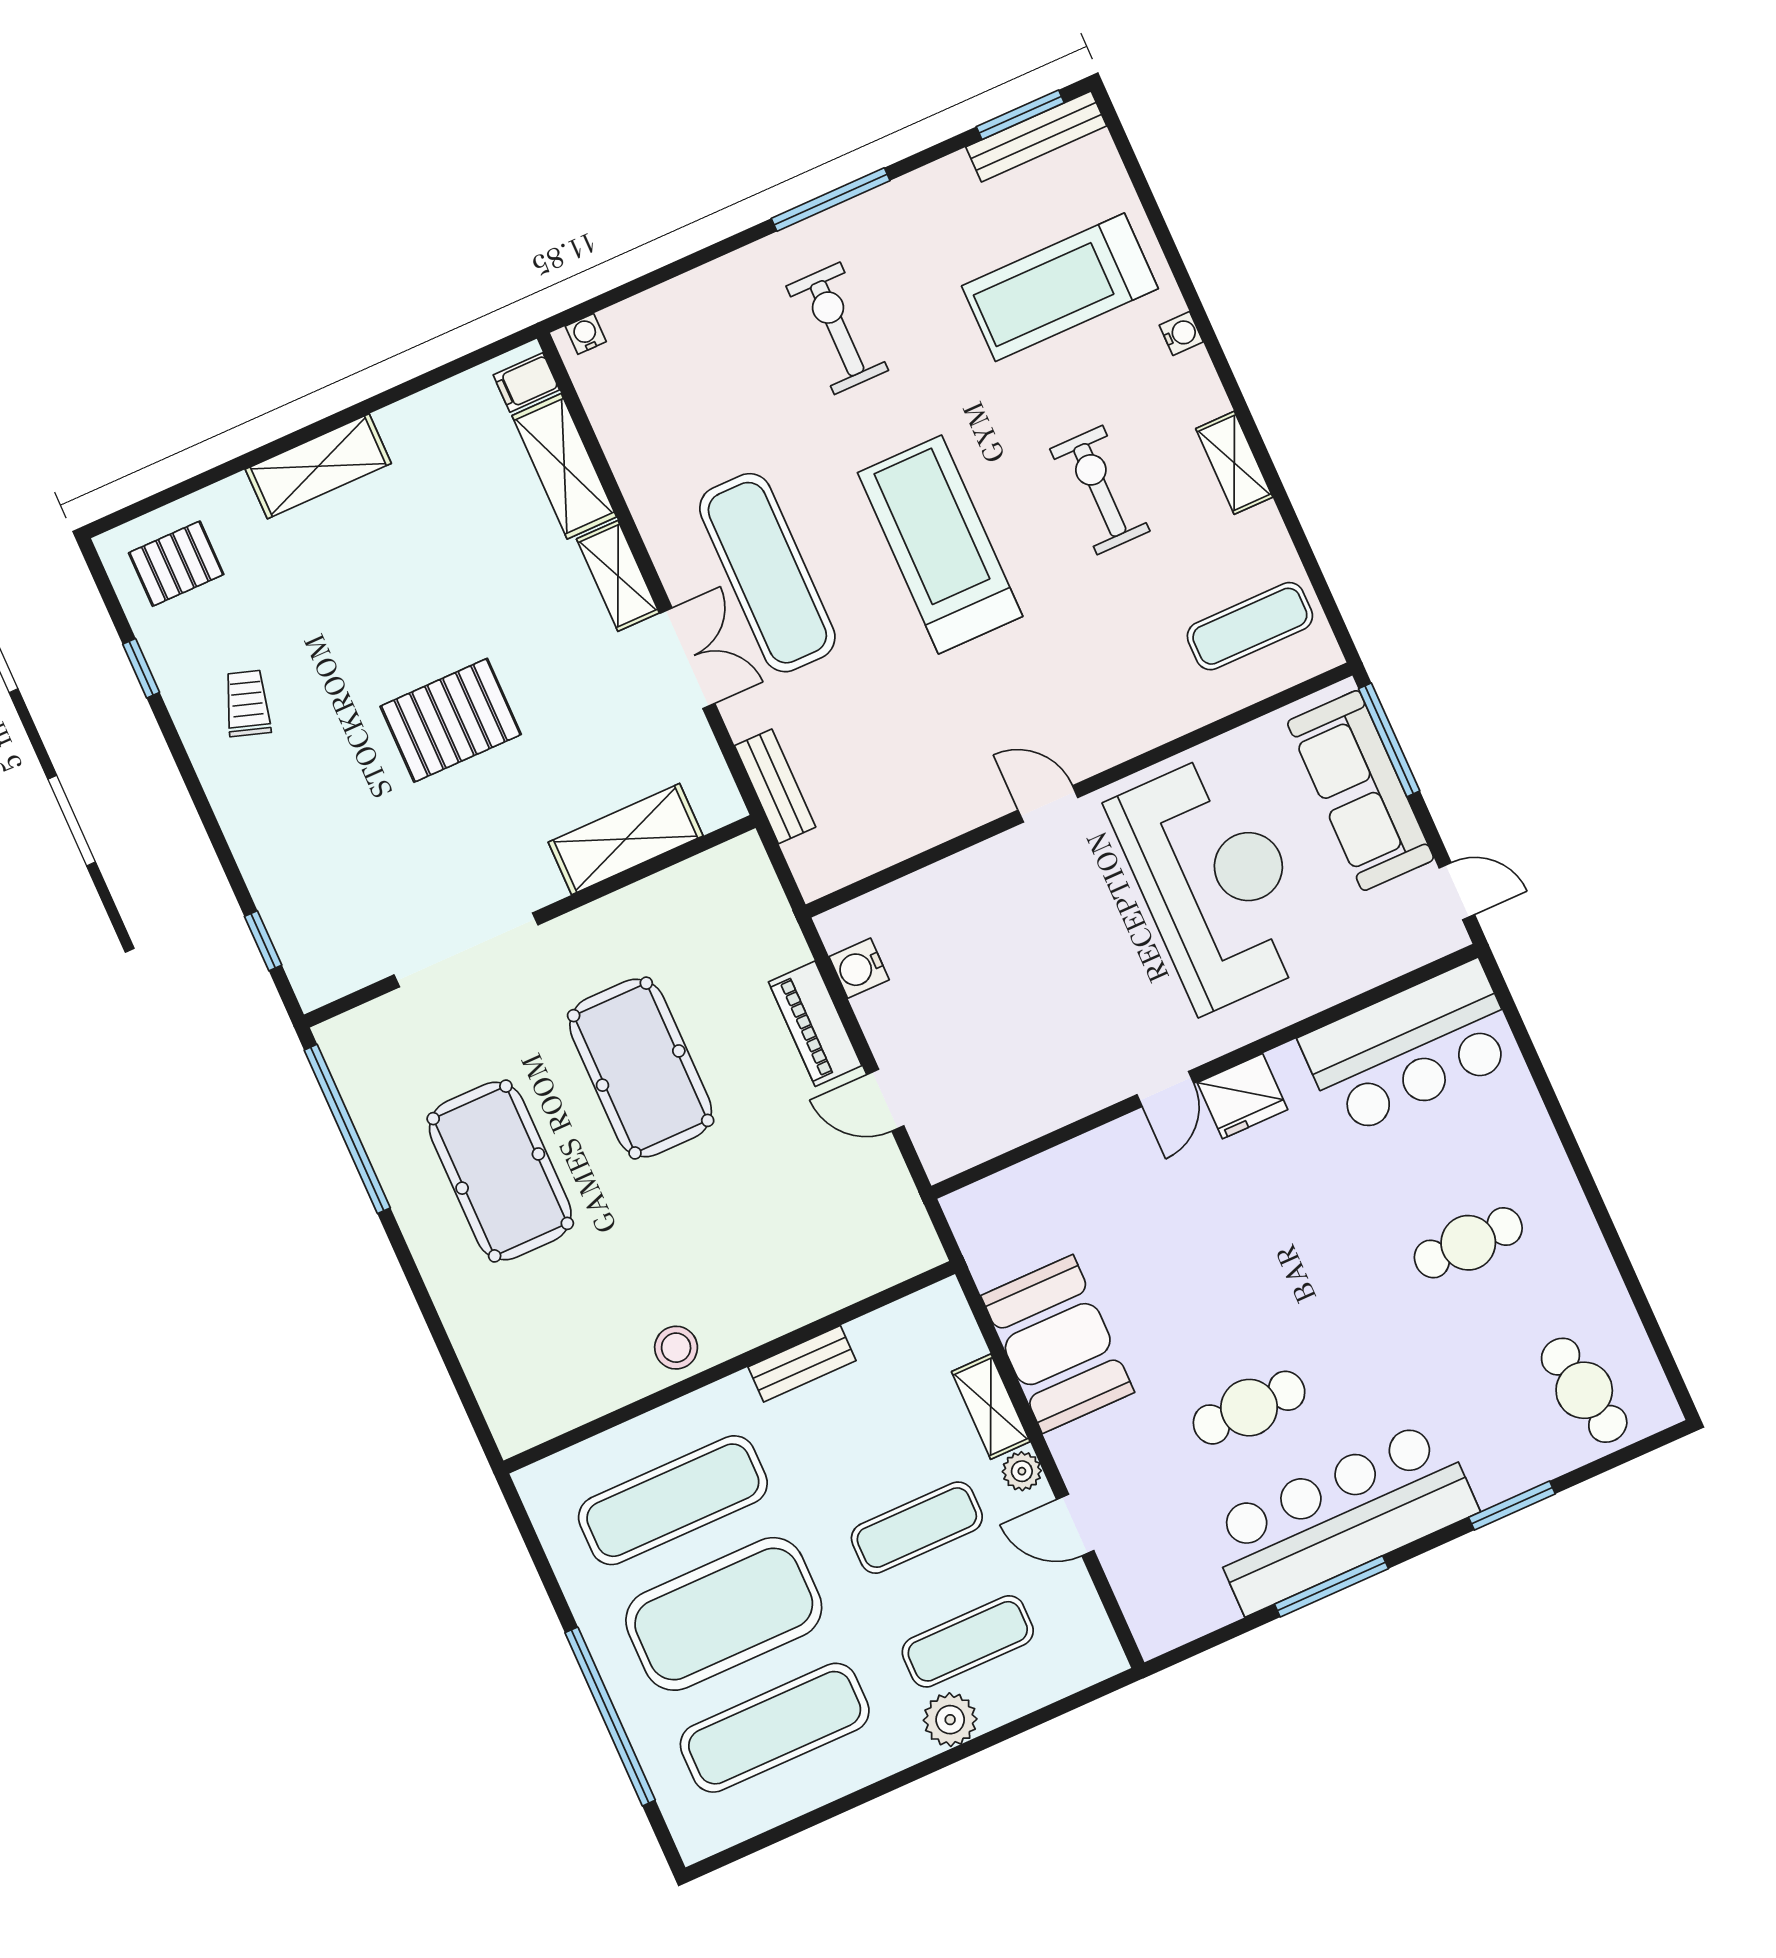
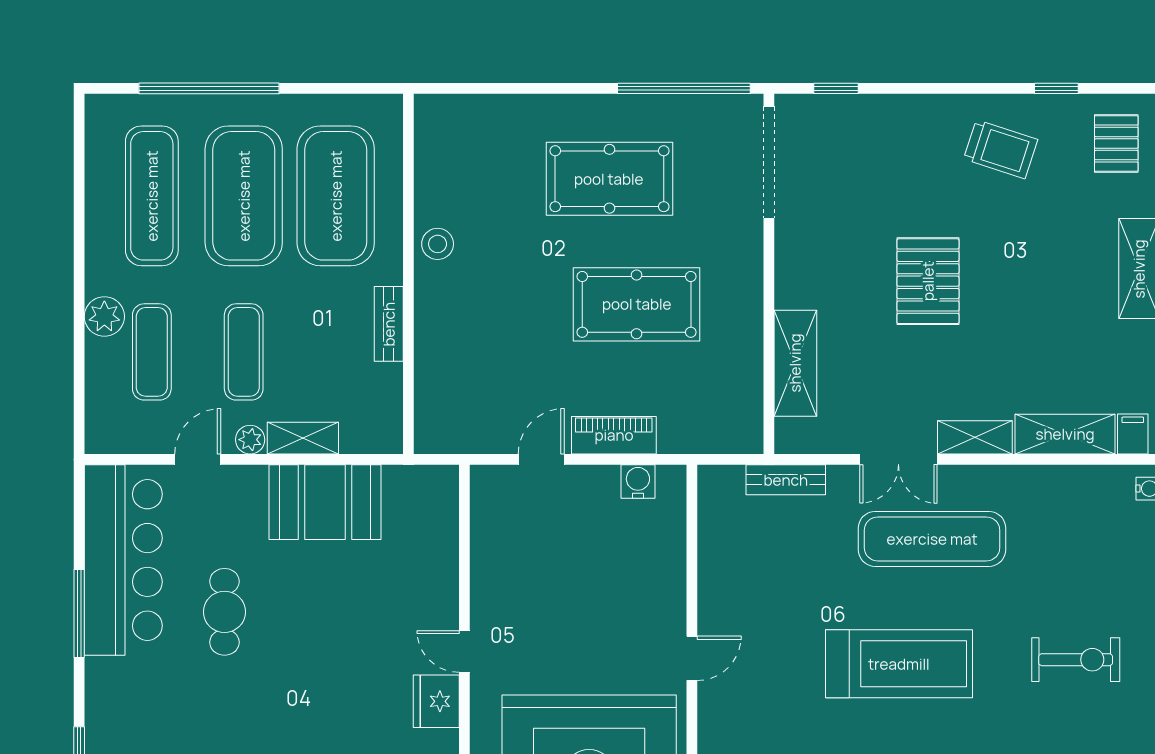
trolley: (247, 703) -> (1001, 149), width x1.36, depth x1.39
doorway: (466, 950) -> (769, 162), moved
exercise mat: (673, 1500) -> (336, 196), width x1.47
bar counter: (1341, 1516) -> (123, 560), moved

